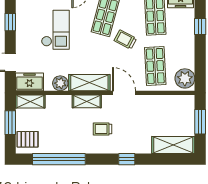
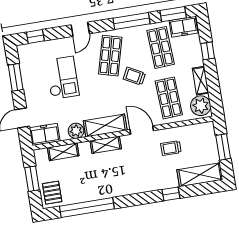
window: (10, 22) -> (16, 77), width x1.50
shelving: (189, 54) -> (201, 81), added
shelving: (30, 101) -> (63, 152), moved
trolley: (102, 129) -> (171, 148), moved
pallet: (28, 139) -> (52, 193), turned 90
window: (127, 159) -> (171, 194), moved

